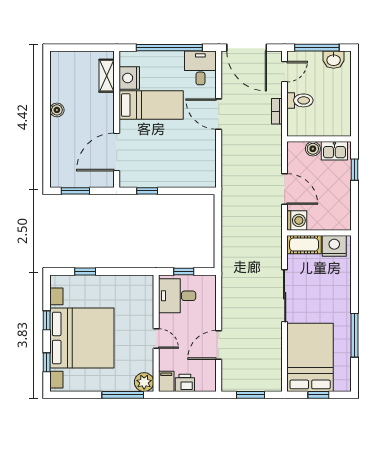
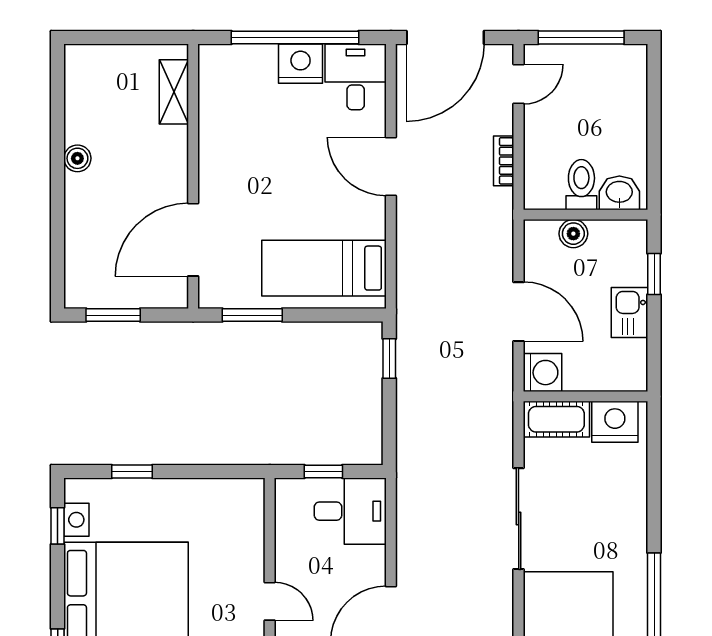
door: (247, 48) -> (445, 38), hinge flipped
washbasin: (334, 60) -> (619, 193), moved, turned 180
nightstand: (129, 78) -> (301, 64), moved, turned 90
toilet: (300, 100) -> (581, 185), moved, turned -90
bed: (151, 105) -> (324, 268), moved, turned 180
kitchen sink: (334, 151) -> (629, 313), moved, turned 90
window: (147, 191) -> (252, 315), width x1.50
window: (218, 213) -> (389, 359), added
desk: (177, 296) -> (350, 511), moved, turned 180
window: (47, 320) -> (58, 526), moved

